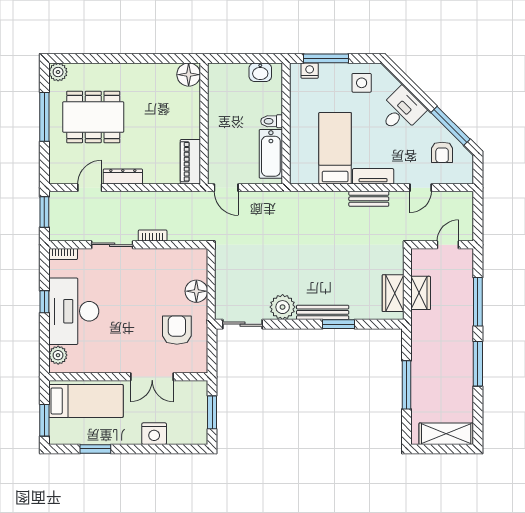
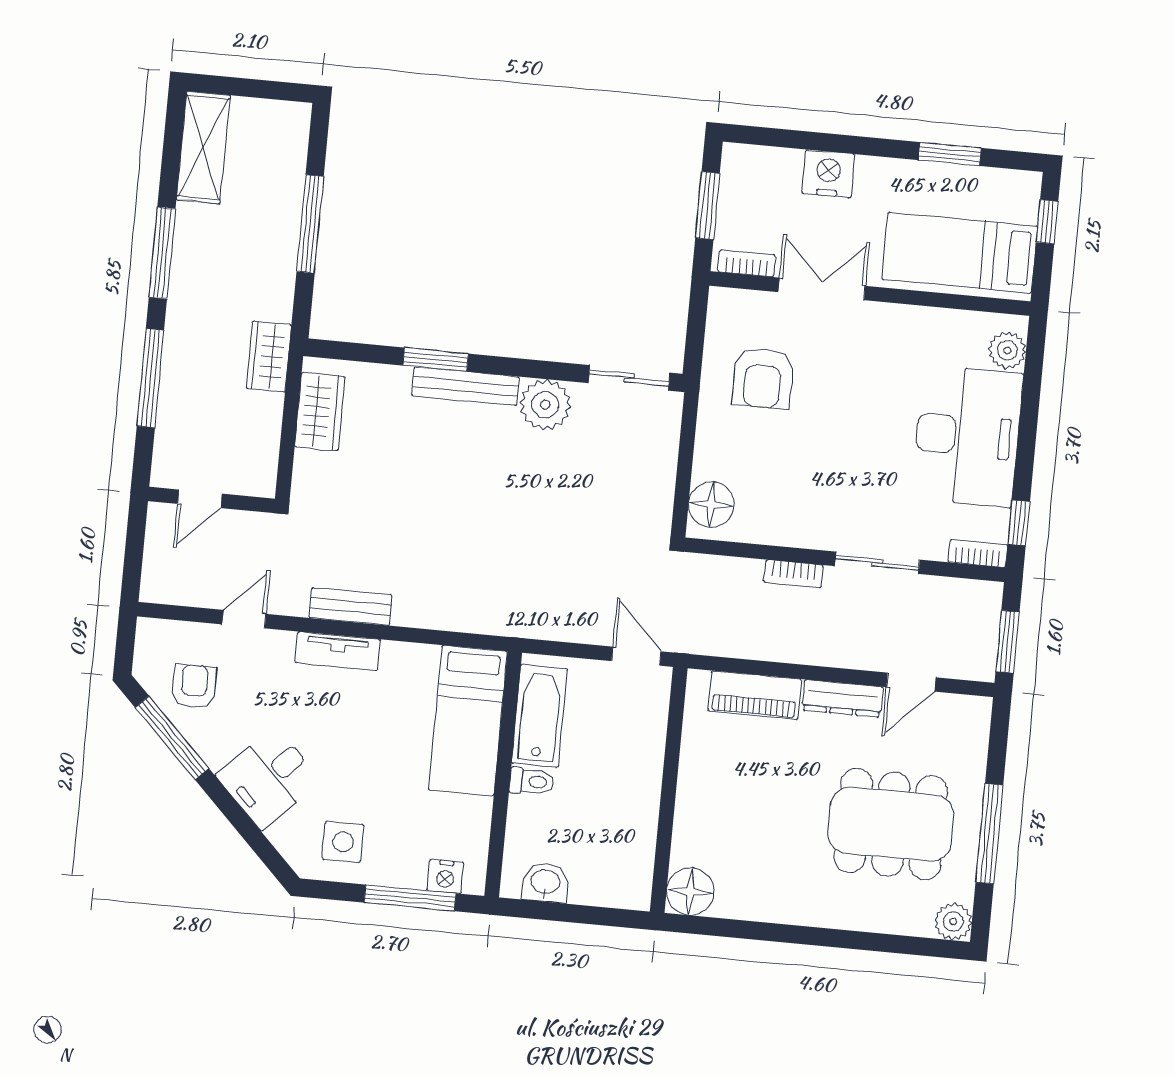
bed: (335, 148) -> (468, 721), moved
piano: (190, 162) -> (755, 695), moved, turned 90
floor lamp: (196, 291) -> (711, 504), moved
wardrobe: (421, 293) -> (269, 357), moved
window: (44, 302) -> (1019, 523), moved
bookcase: (190, 386) -> (747, 263), added
window: (44, 420) -> (1047, 222), width x0.67
shelving: (446, 434) -> (203, 147), moved, turned 90

